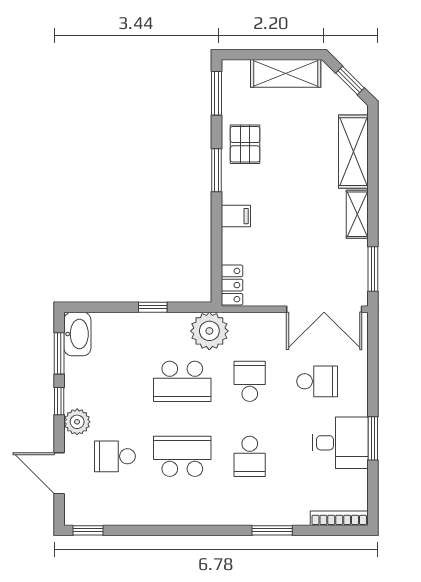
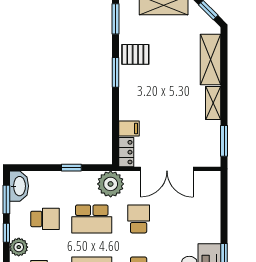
pallet: (245, 144) -> (135, 54), turned 90
filing cabinet: (236, 216) -> (129, 128), moved
double door: (324, 309) -> (167, 169), moved
school desk: (317, 381) -> (45, 219), moved

